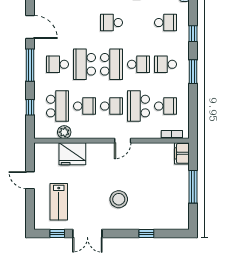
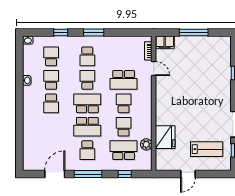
school desk: (165, 106) -> (51, 80), moved
door: (123, 141) -> (154, 69), moved
stool: (119, 199) -> (205, 97), removed

